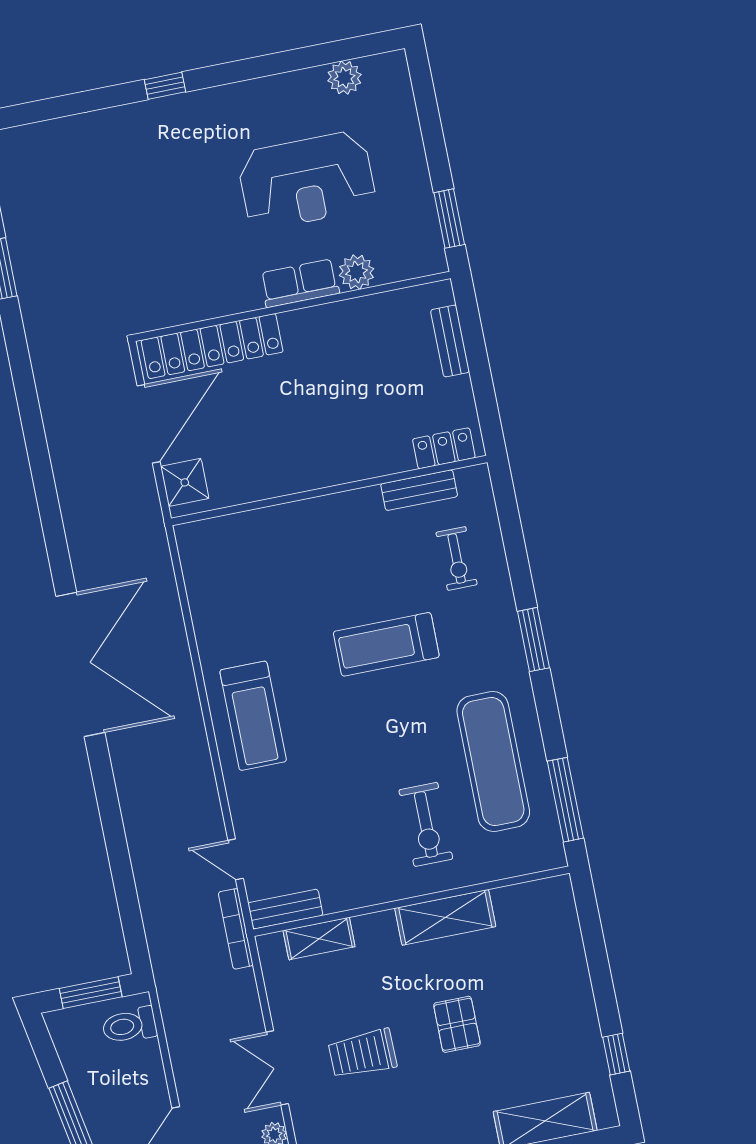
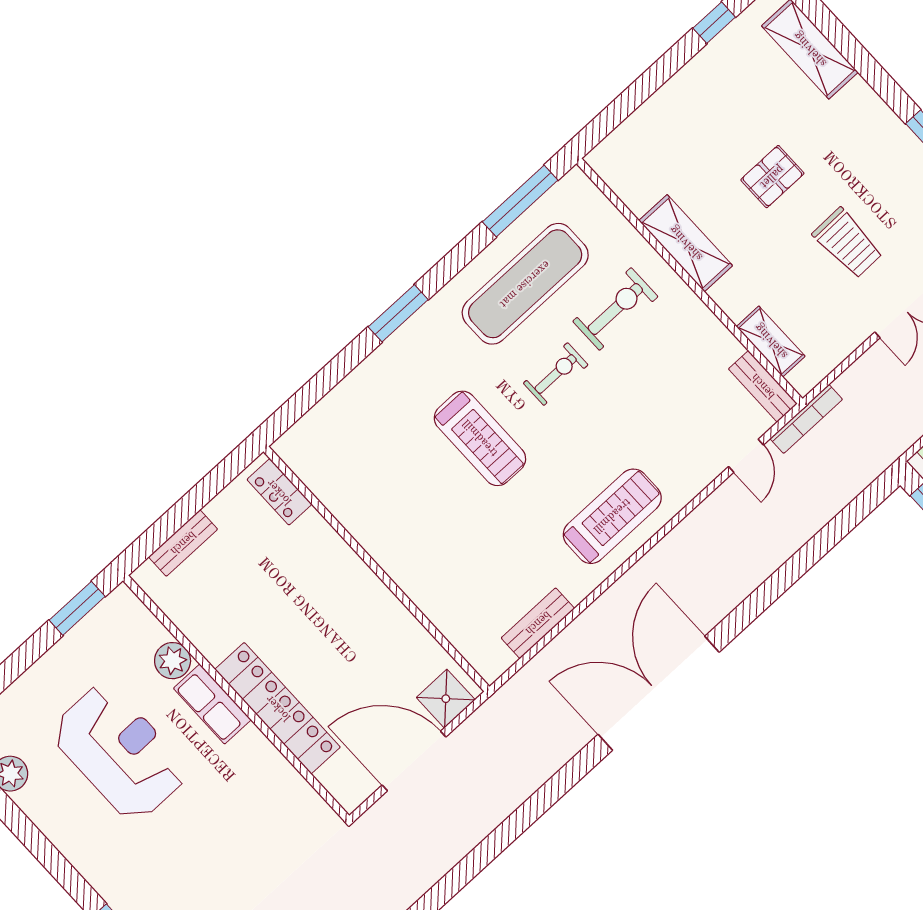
locker: (212, 346) -> (278, 708), moved
bench: (419, 490) -> (538, 623), moved, turned 90
exercise bike: (457, 559) -> (556, 374), moved

